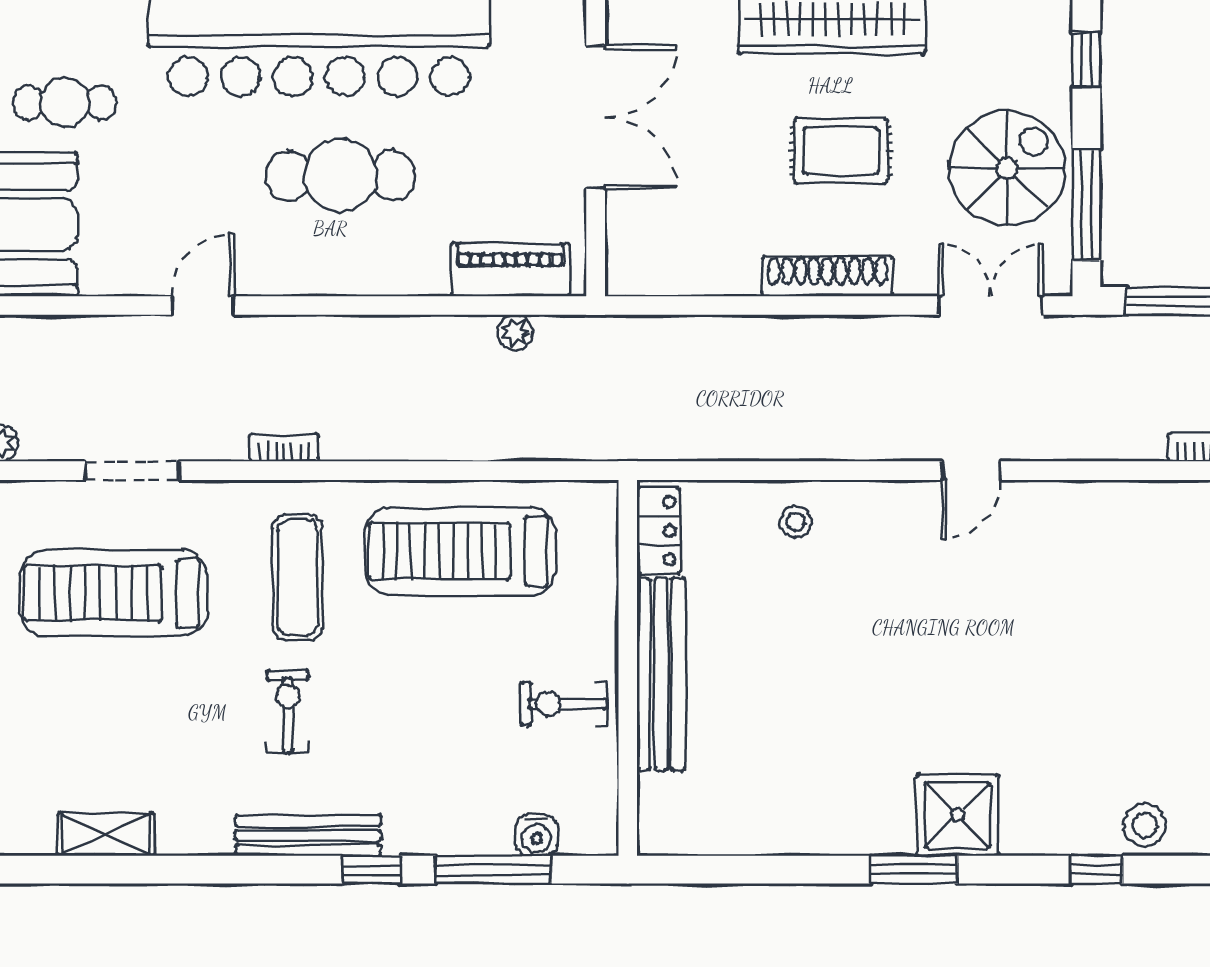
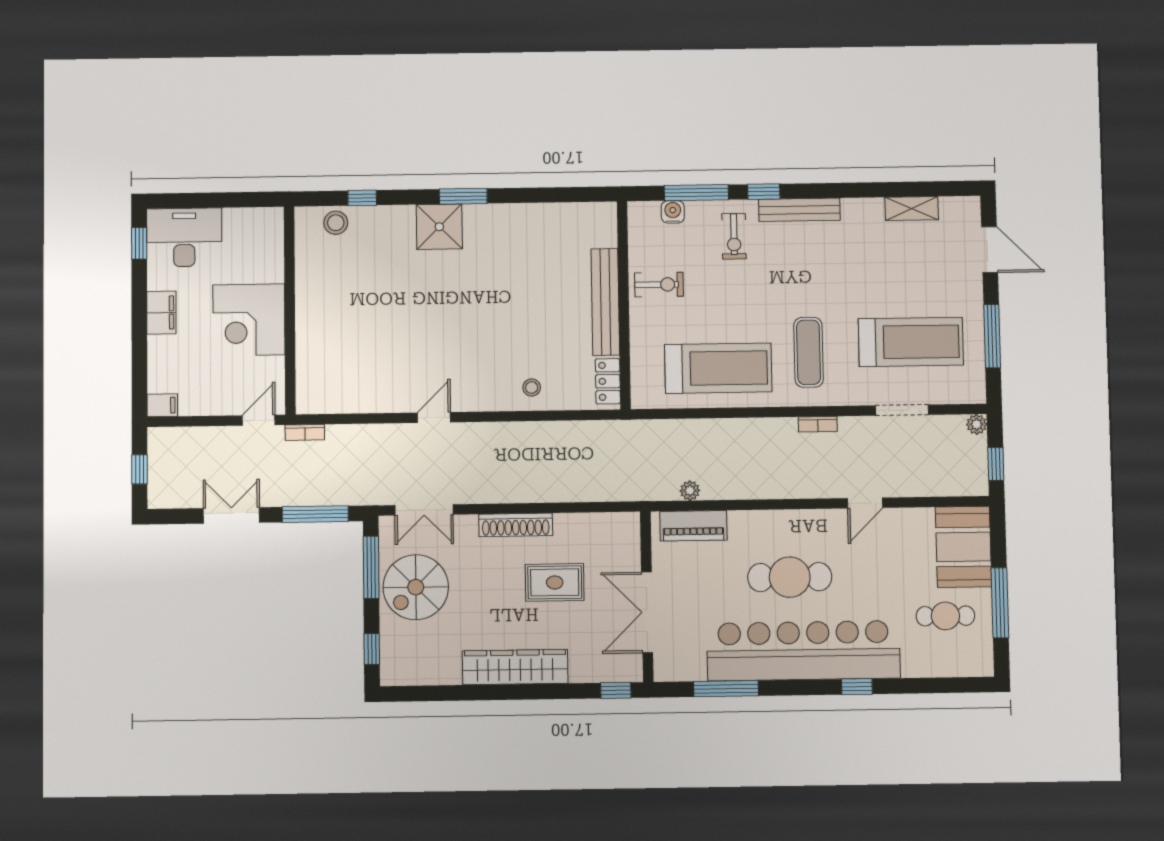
rug: (841, 151) -> (555, 582), moved
exercise bike: (288, 711) -> (734, 236), moved

